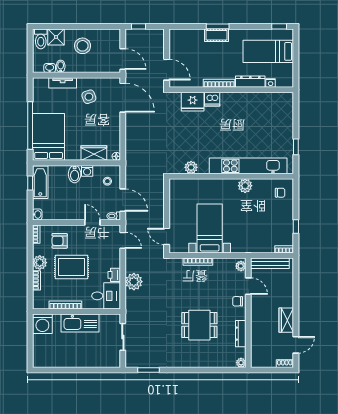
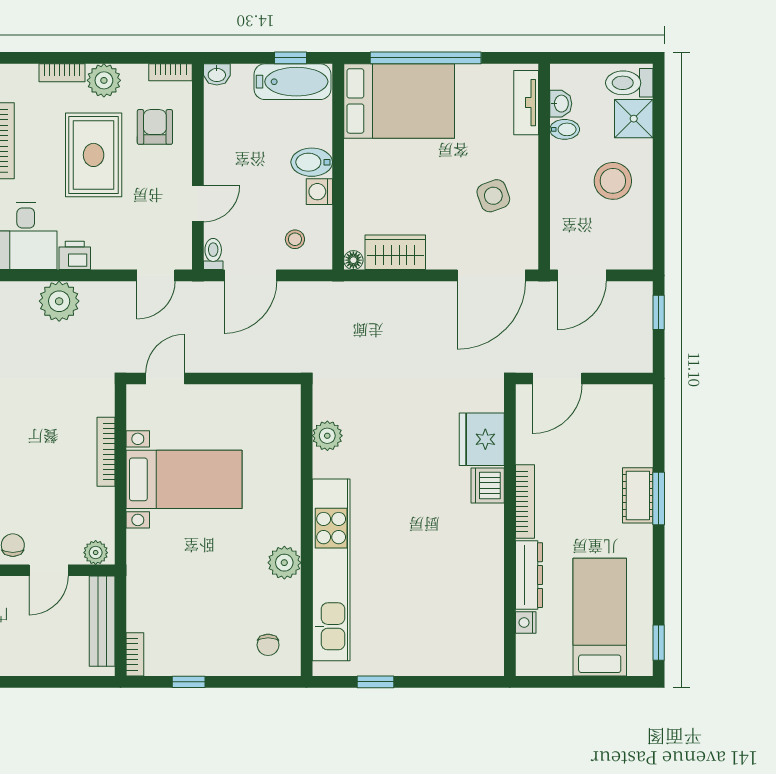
tv unit: (63, 83) -> (526, 103), moved
wardrobe: (94, 153) -> (395, 252), moved, turned -90

